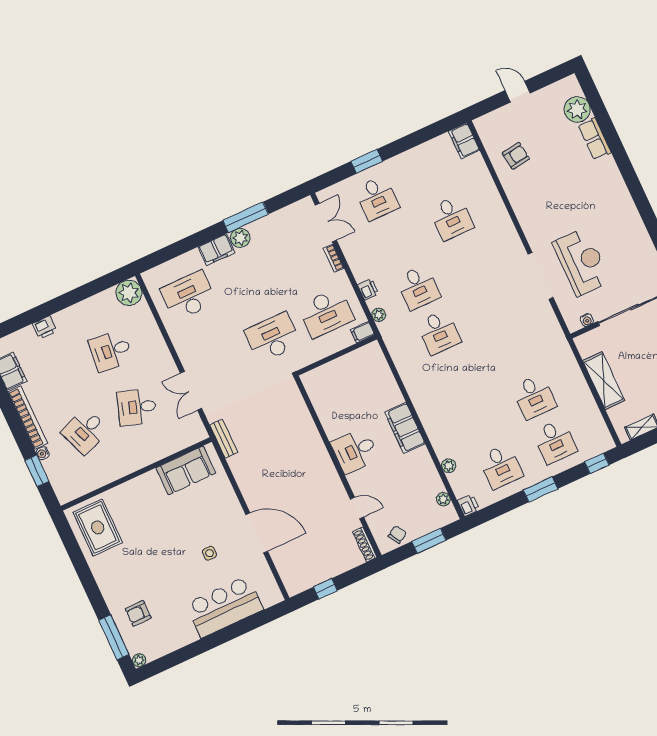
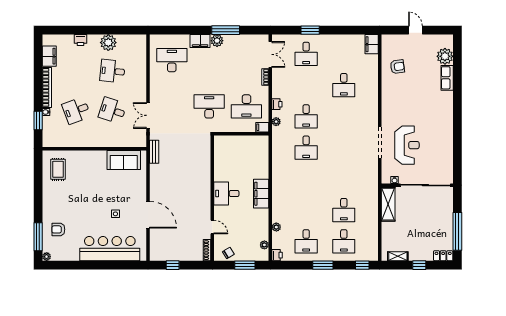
plant: (129, 293) -> (108, 43), moved
shelving: (604, 381) -> (388, 204), moved
rug: (98, 527) -> (58, 169), width x0.73, depth x0.70
bar counter: (224, 607) -> (110, 249), width x1.36

